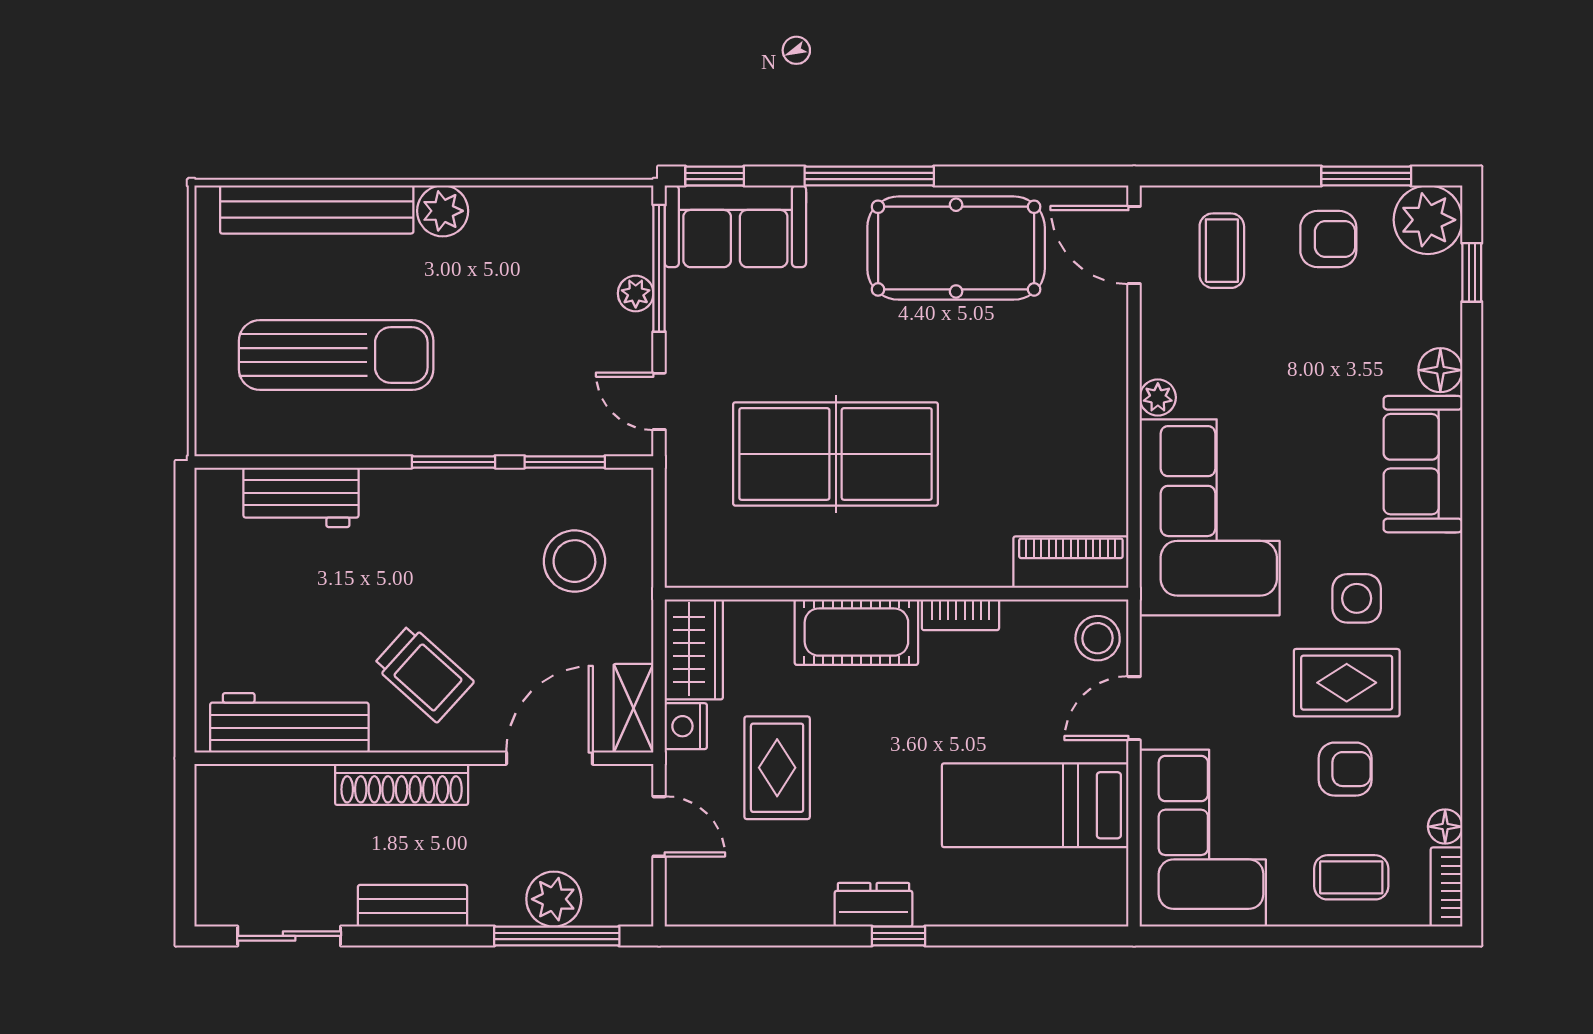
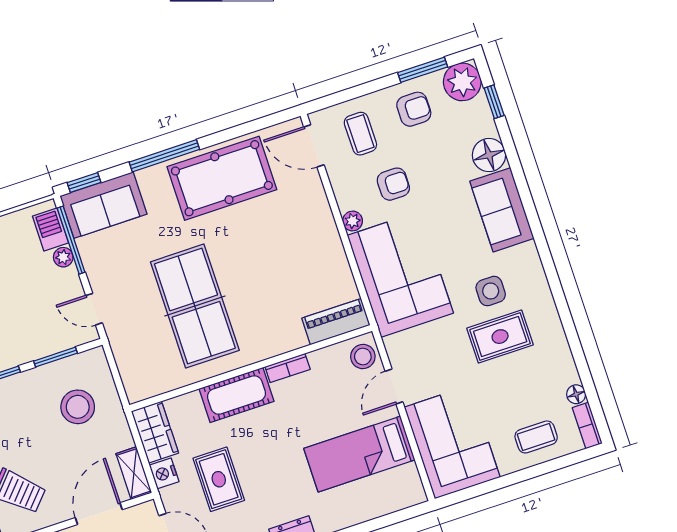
barbecue: (630, 238) -> (50, 230), added
floor lamp: (1440, 370) -> (489, 155), width x1.38, depth x1.38
table tennis table: (836, 454) -> (195, 306), turned 90
armchair: (1345, 769) -> (393, 184), moved

